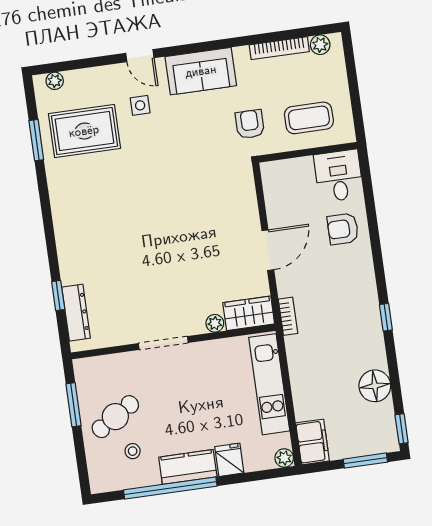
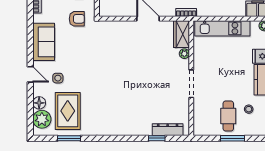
door: (140, 56) -> (30, 74), hinge flipped
floor lamp: (92, 78) -> (39, 103), added
plant: (55, 81) -> (42, 119), width x1.88, depth x1.88
armchair: (250, 124) -> (77, 19), turned 180
window: (74, 405) -> (232, 138), moved
cafe table: (115, 417) -> (228, 116), turned 32

